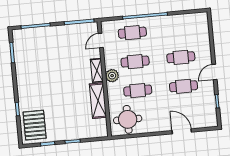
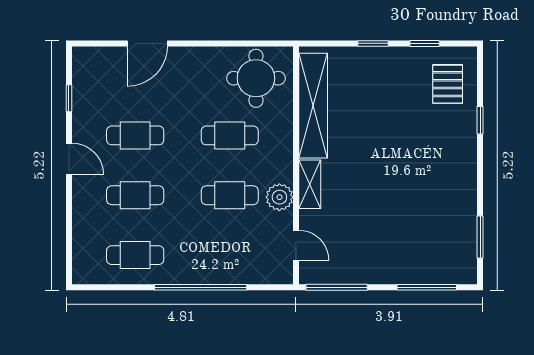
cafe table: (132, 33) -> (135, 255), moved
door: (101, 40) -> (296, 245), hinge flipped
door: (214, 72) -> (69, 159), hinge flipped
plant: (112, 76) -> (279, 197), moved
shelving: (98, 101) -> (313, 106), width x1.47
pallet: (35, 125) -> (448, 84), width x0.67, depth x0.71
door: (182, 131) -> (147, 43), hinge flipped

